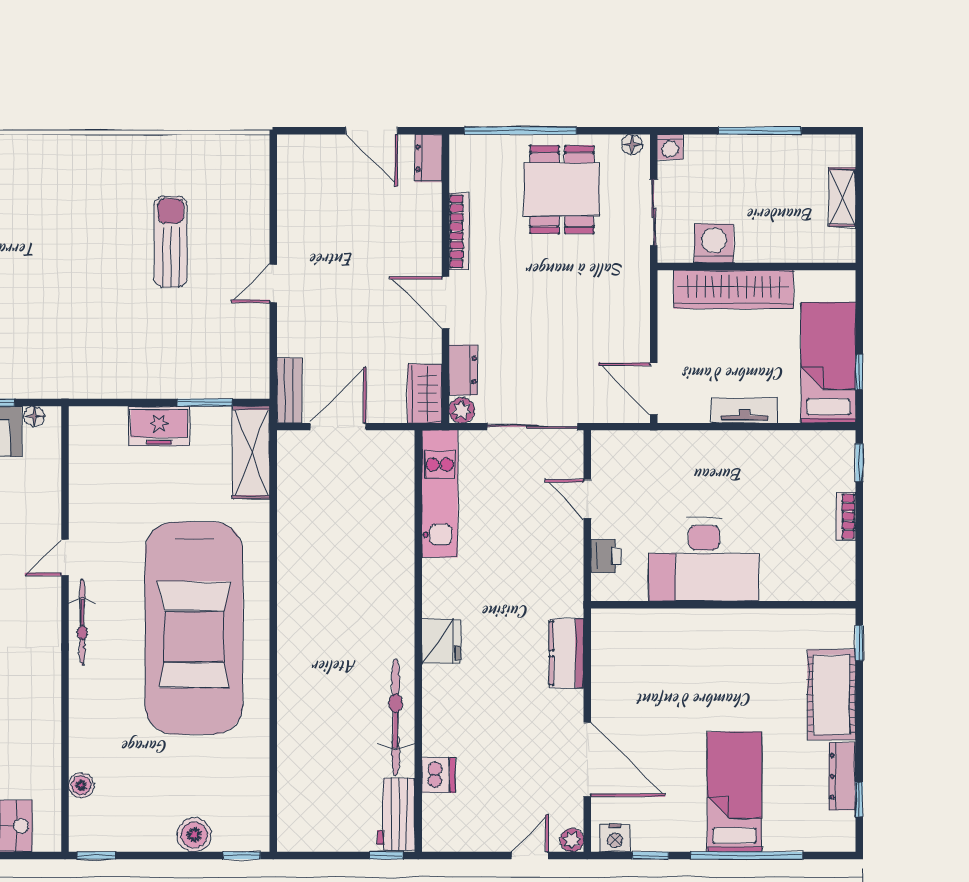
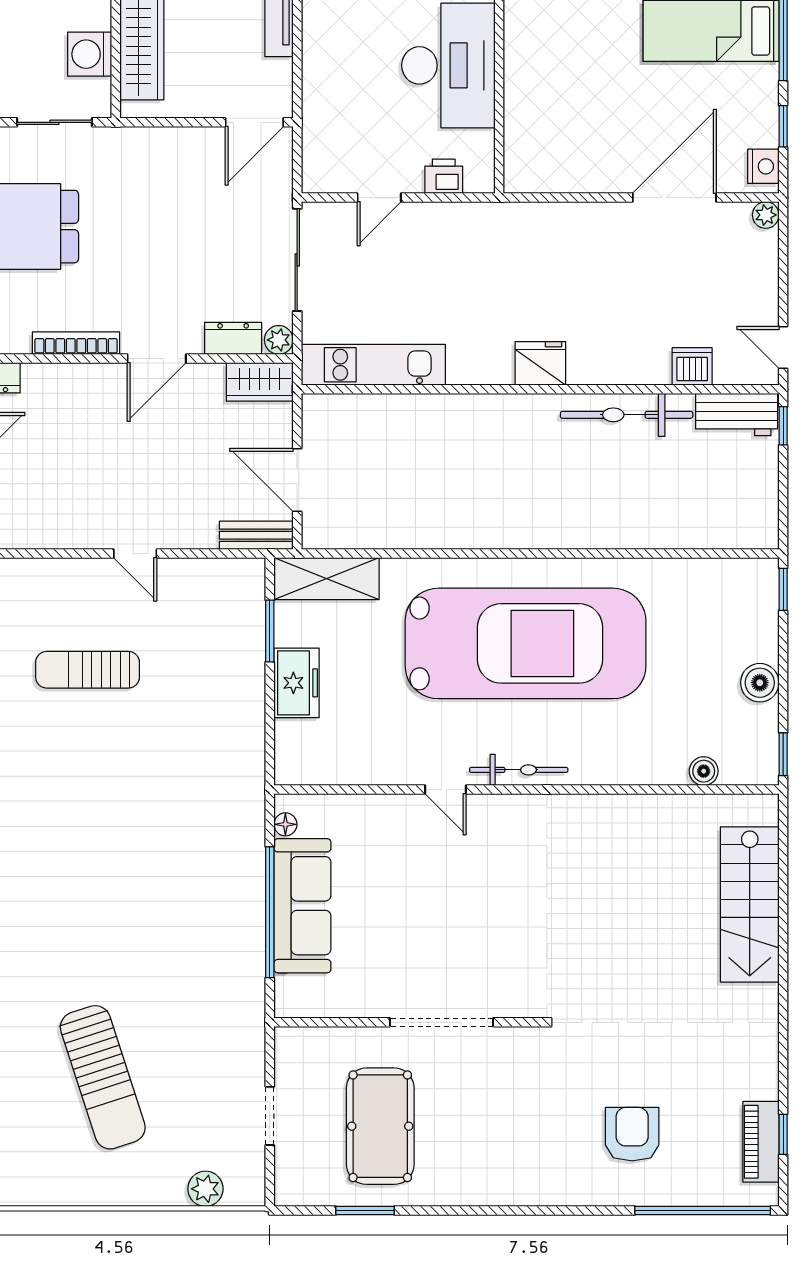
kitchen counter: (566, 653) -> (554, 221), removed
boiler: (194, 835) -> (760, 683), moved
door: (530, 855) -> (783, 348), moved

